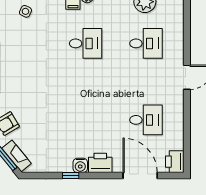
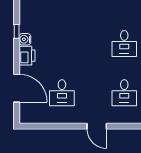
printer: (175, 162) -> (28, 116), removed
door: (140, 175) -> (17, 88), hinge flipped

